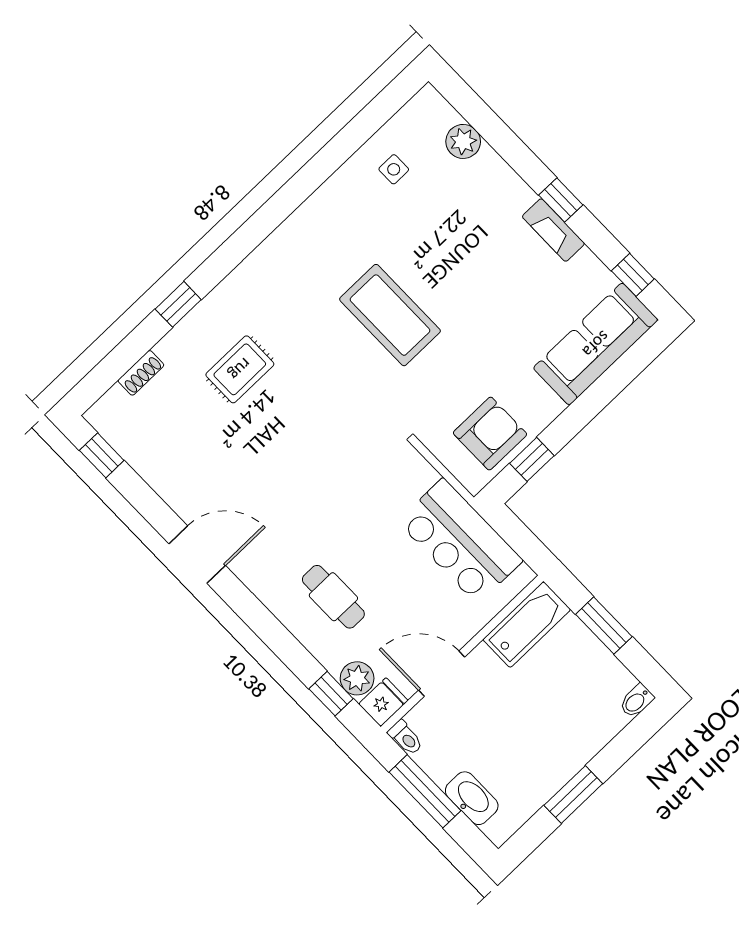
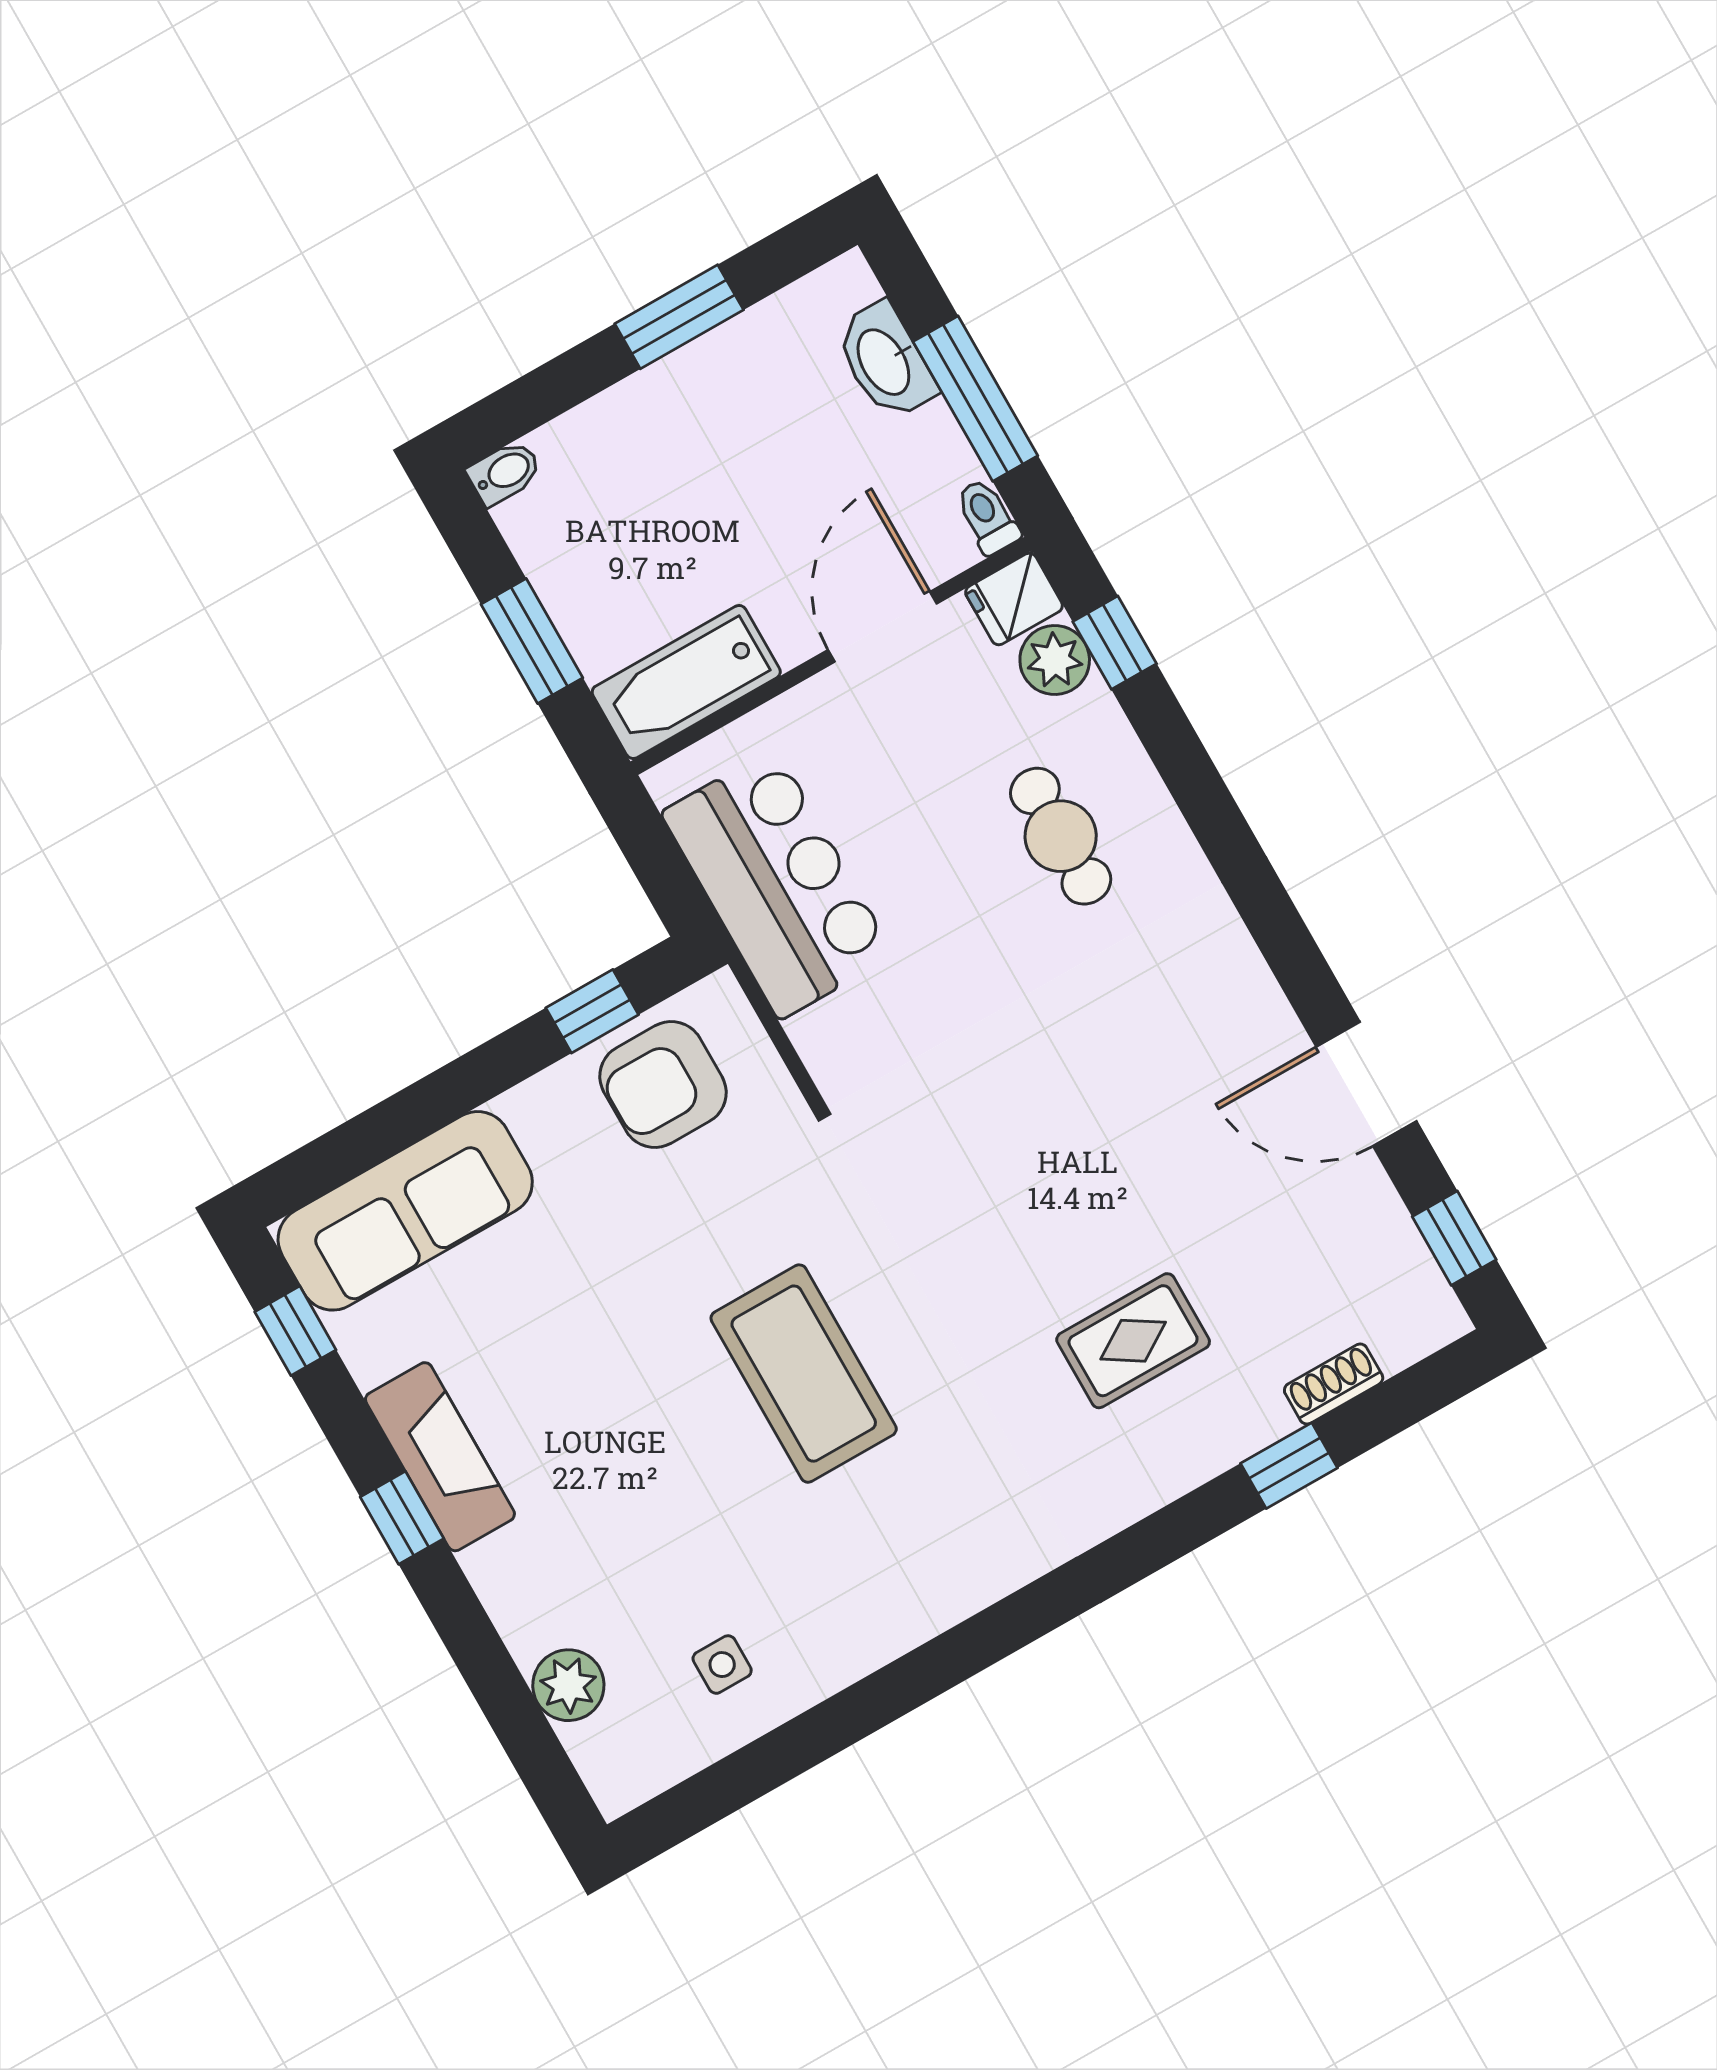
fireplace: (553, 230) -> (440, 1457), width x1.37, depth x1.32
window: (178, 304) -> (1289, 1466), moved
door: (197, 555) -> (1366, 1084), moved
door: (442, 674) -> (882, 627), swing flipped

